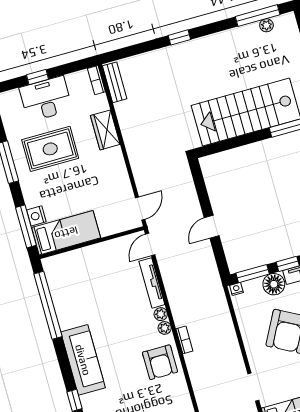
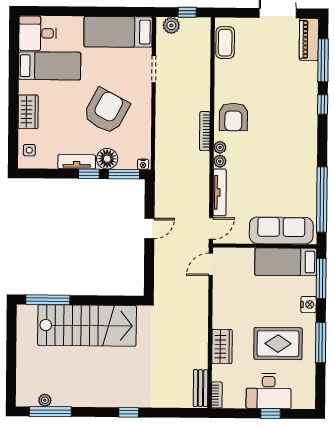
nightstand: (36, 216) -> (309, 305), moved
bookcase: (184, 340) -> (205, 131), width x1.56
sofa: (83, 360) -> (281, 231), moved, turned 90
armchair: (160, 362) -> (233, 117), turned 180

